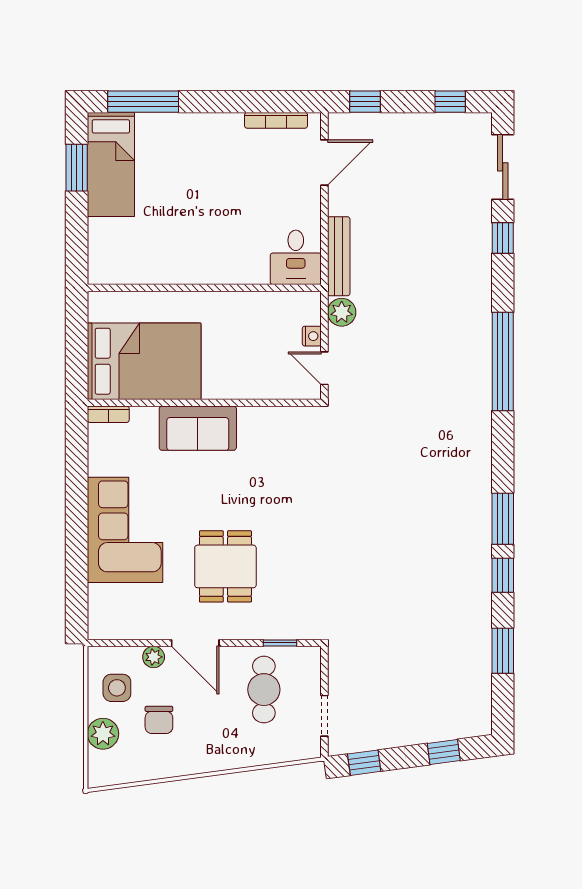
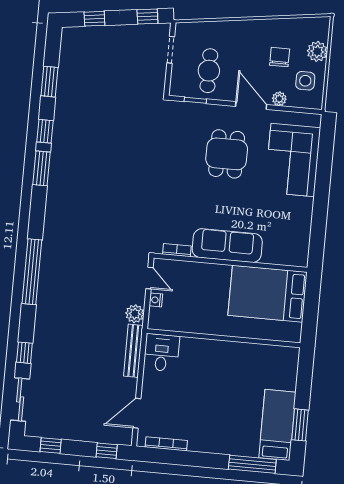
bookcase: (108, 414) -> (177, 250), moved
sofa: (198, 428) -> (227, 246), width x1.36
corner sofa: (125, 530) -> (293, 160), moved

